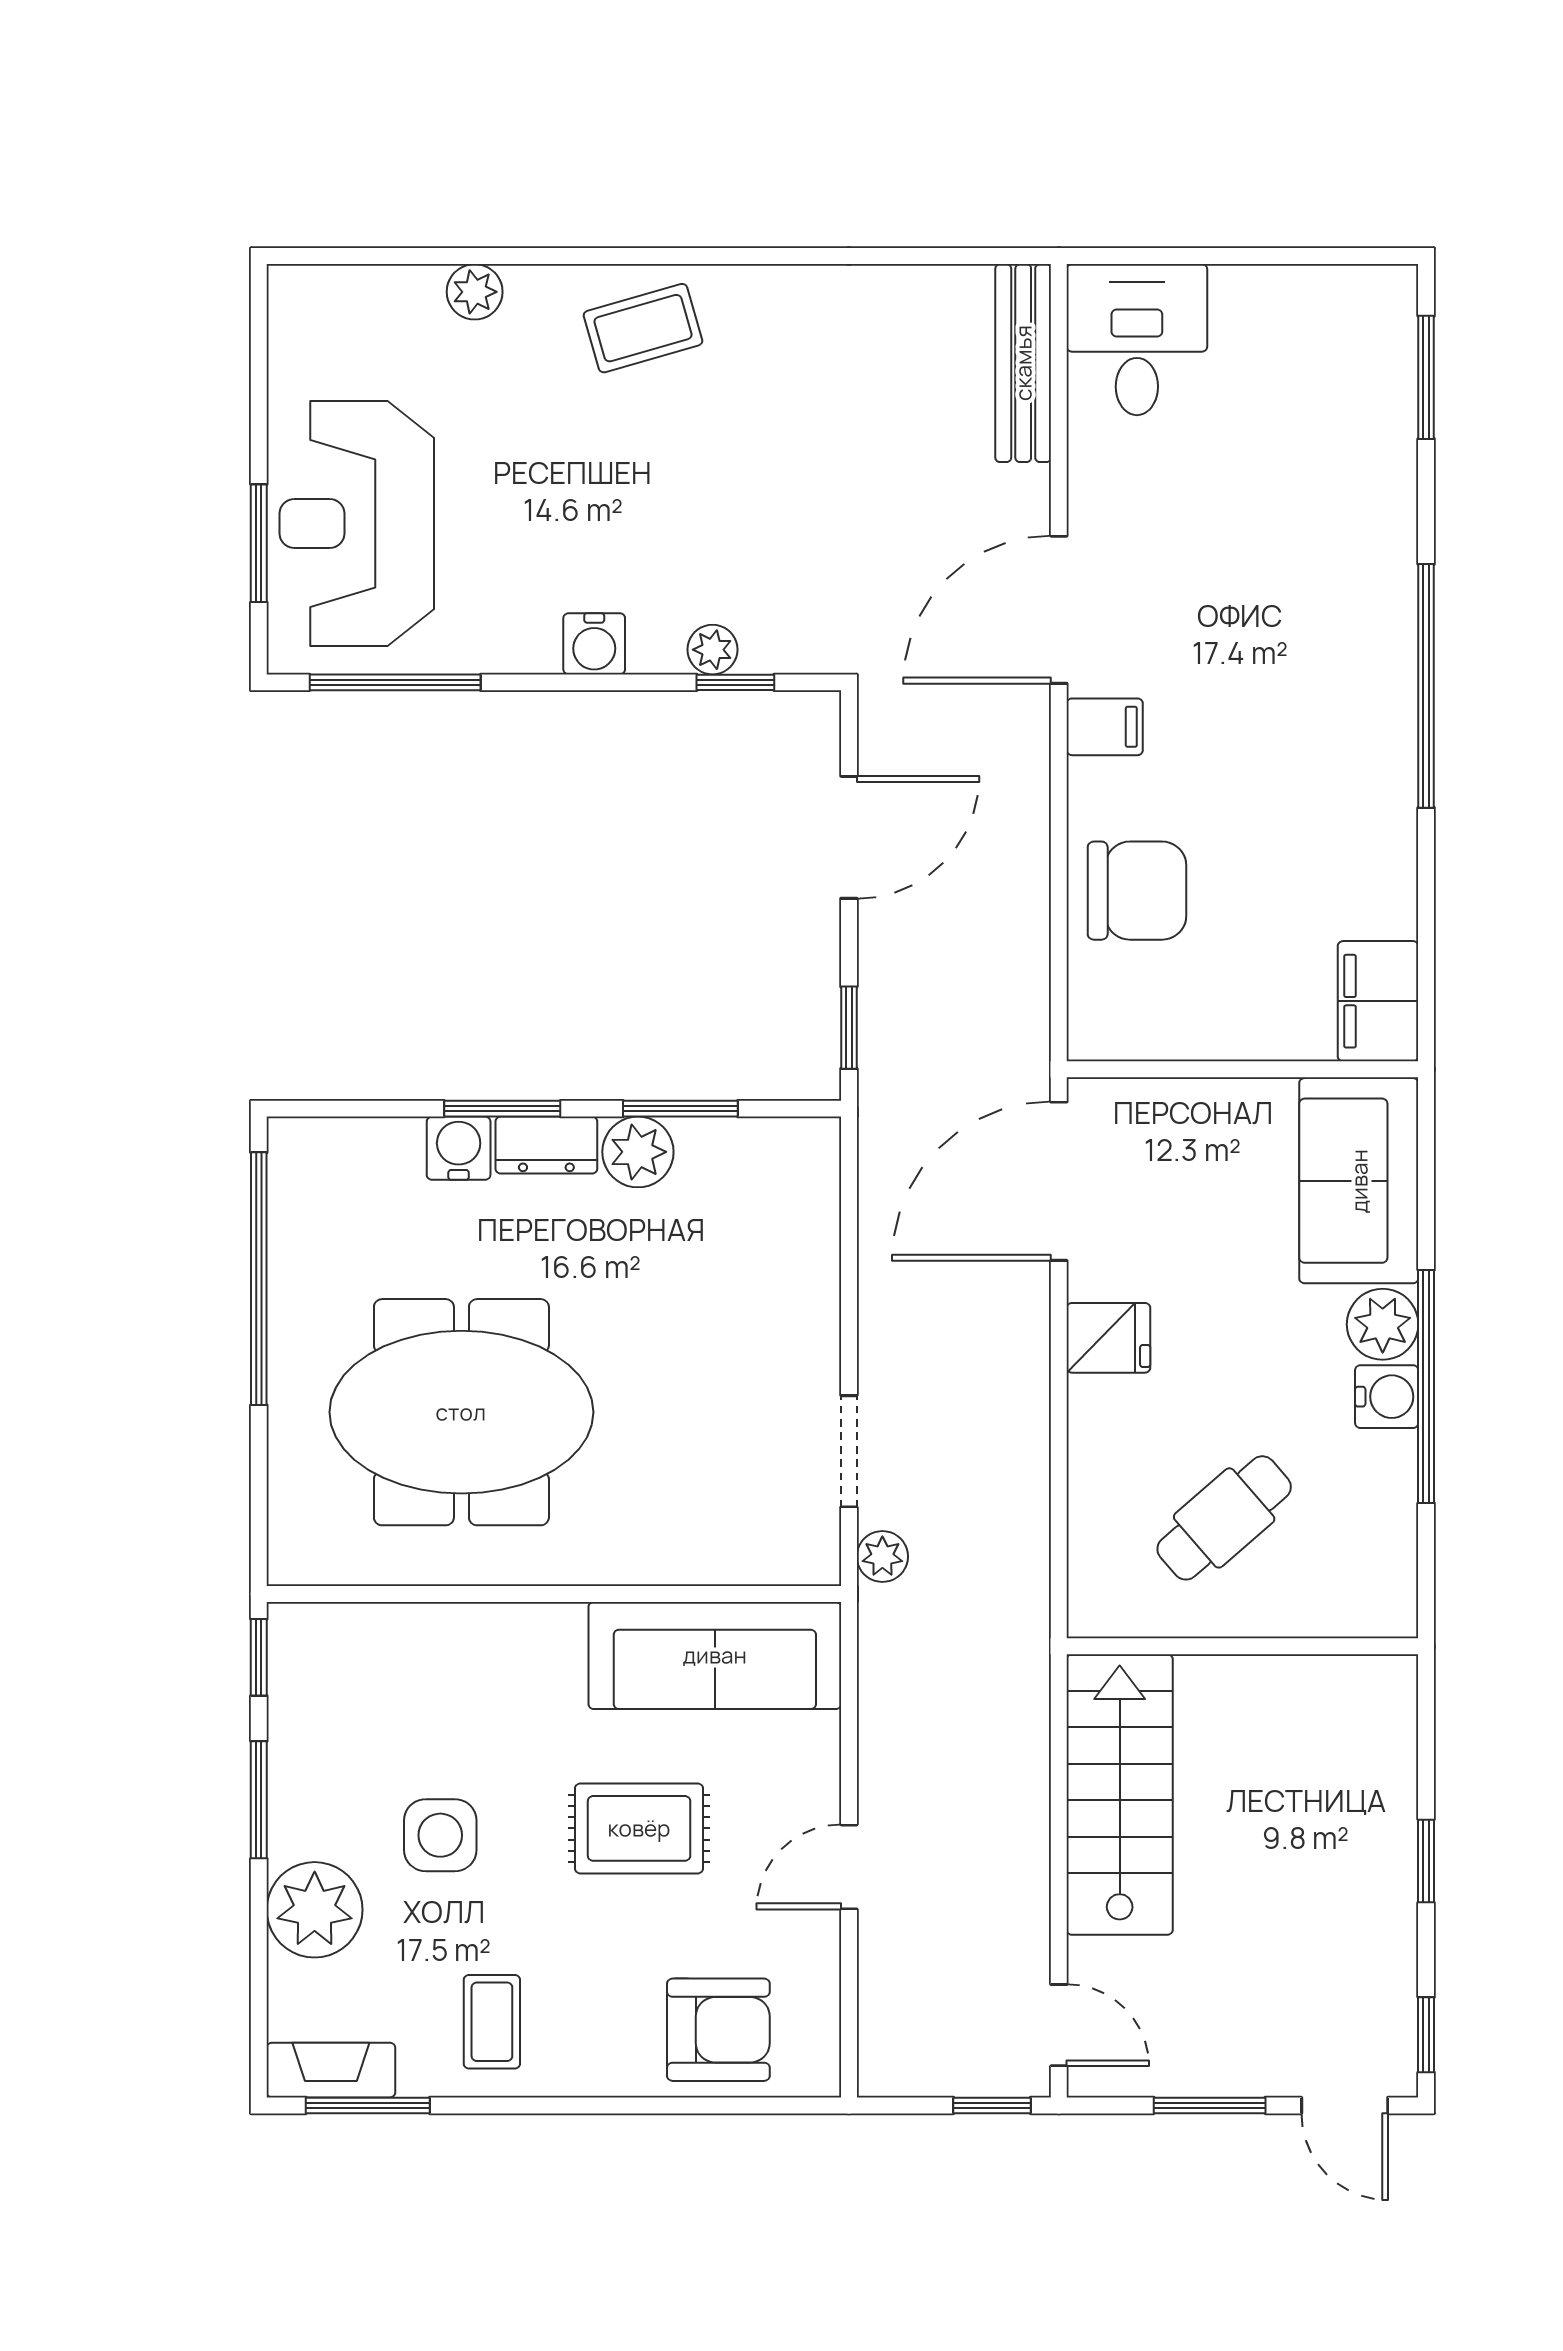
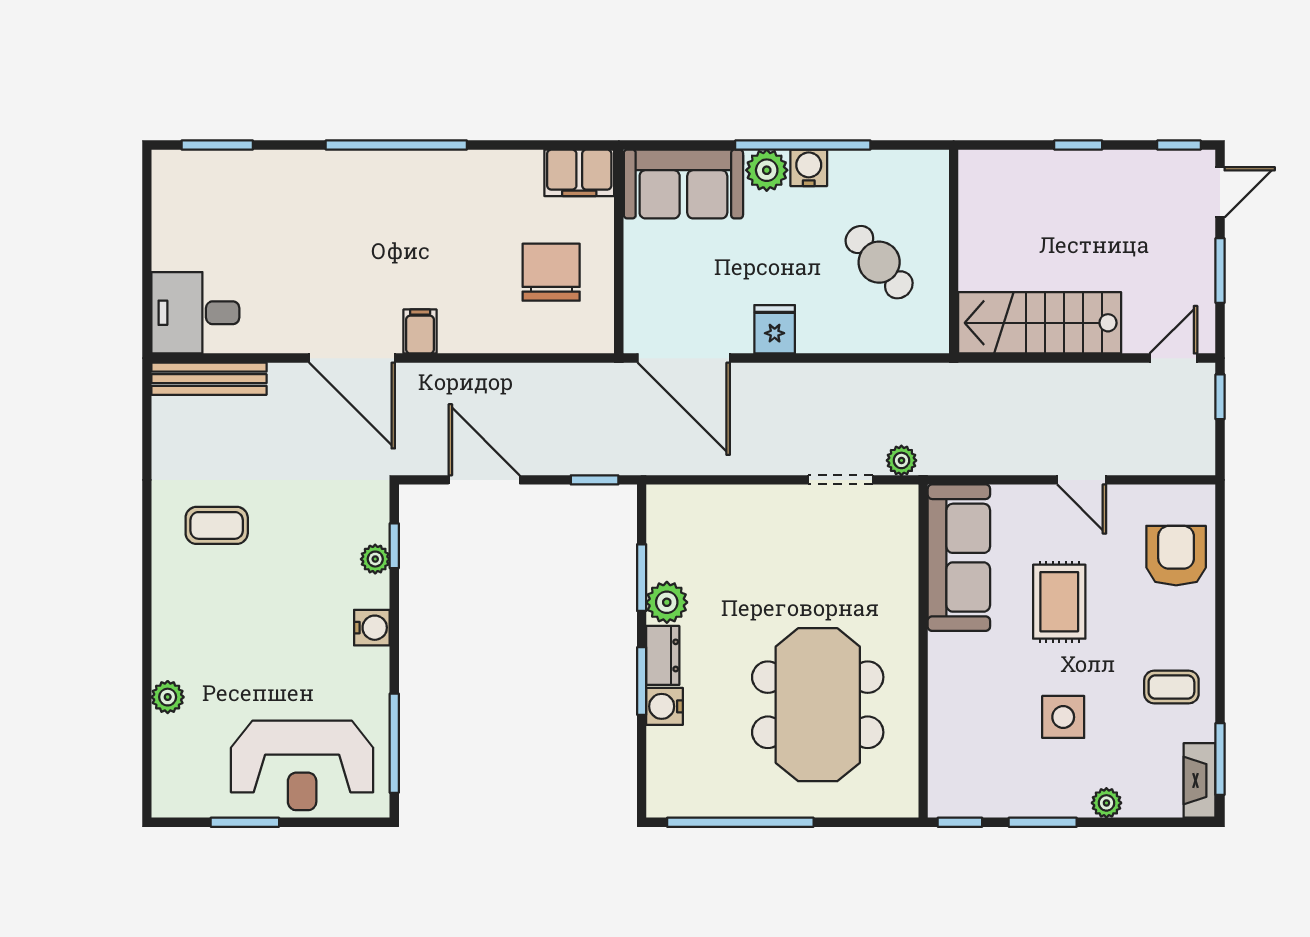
coffee table: (643, 328) -> (217, 525), moved, turned -74
window: (259, 543) -> (245, 822), moved
chair: (1137, 891) -> (551, 272), moved
plant: (315, 1910) -> (1106, 803), width x0.53, depth x0.53

